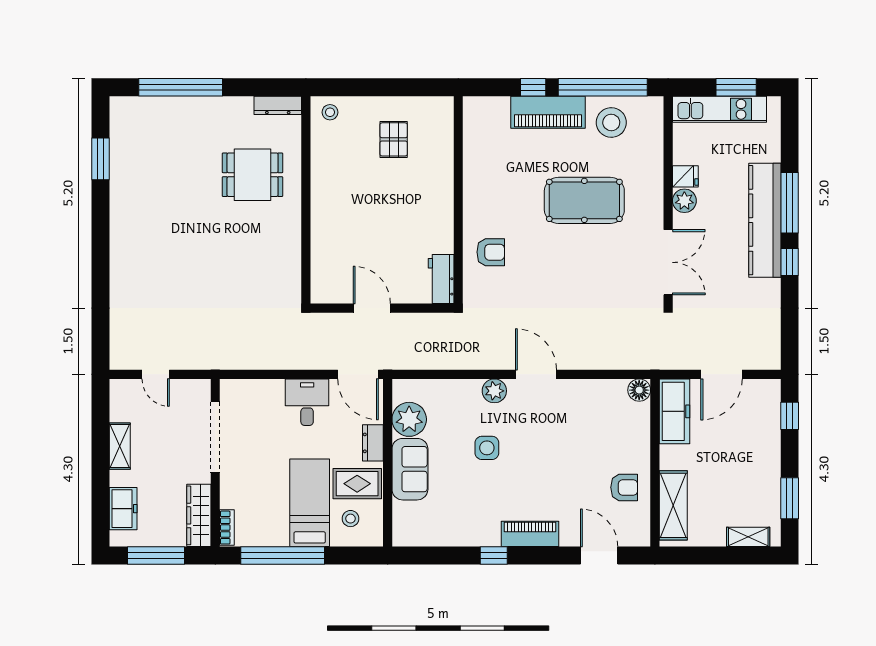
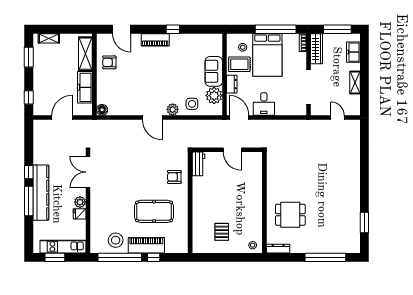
pool table: (584, 200) -> (154, 211), moved
freezer: (674, 411) -> (85, 87), moved
side table: (487, 448) -> (192, 104), moved
bed: (310, 503) -> (267, 55), width x1.50

